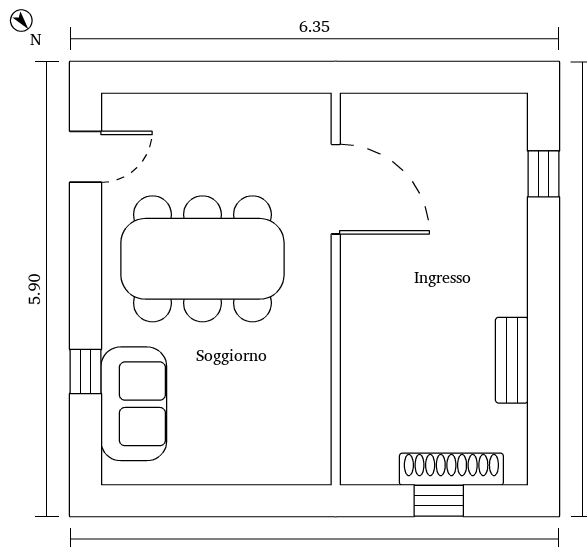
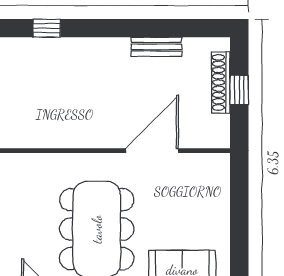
door: (336, 189) -> (152, 151), moved

